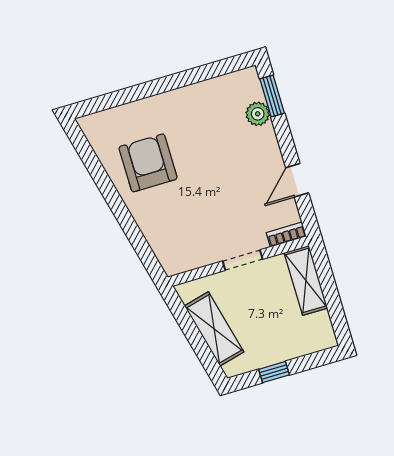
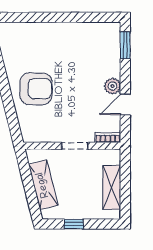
plant: (258, 114) -> (112, 86), moved
armchair: (148, 163) -> (36, 89), moved, turned 90
shelving: (306, 280) -> (112, 187), moved

